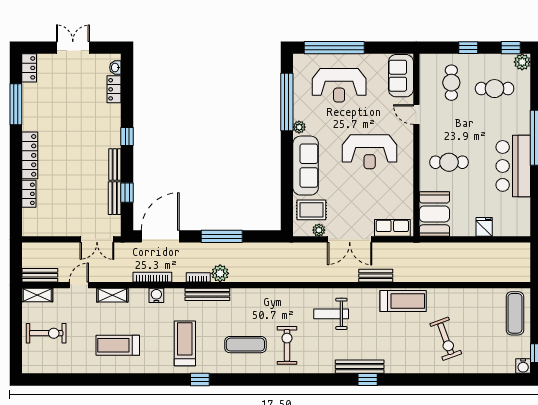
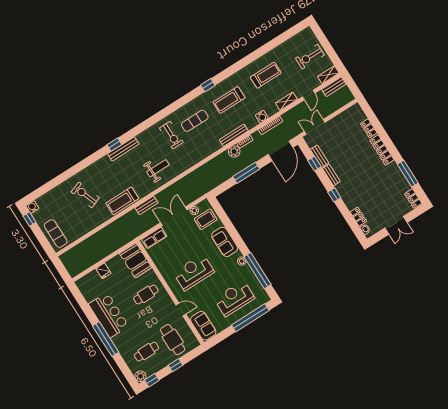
cafe table: (451, 83) -> (173, 340), width x1.37, depth x1.35
sofa: (306, 166) -> (225, 242), width x0.73
treadmill: (185, 343) -> (229, 100), turned 90

